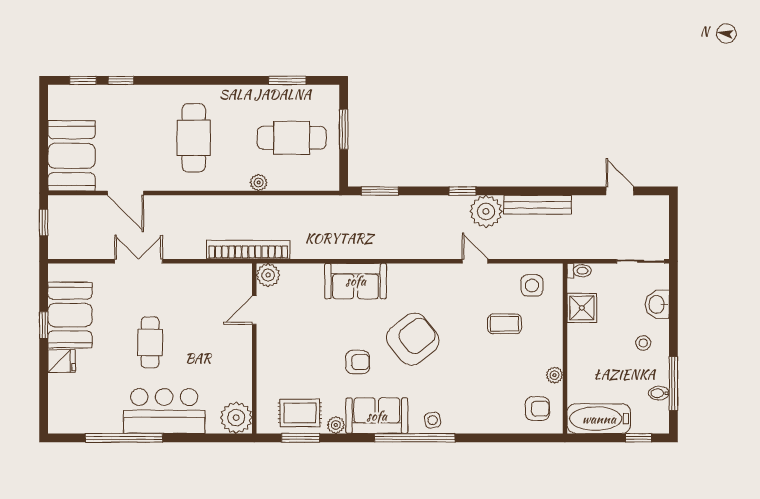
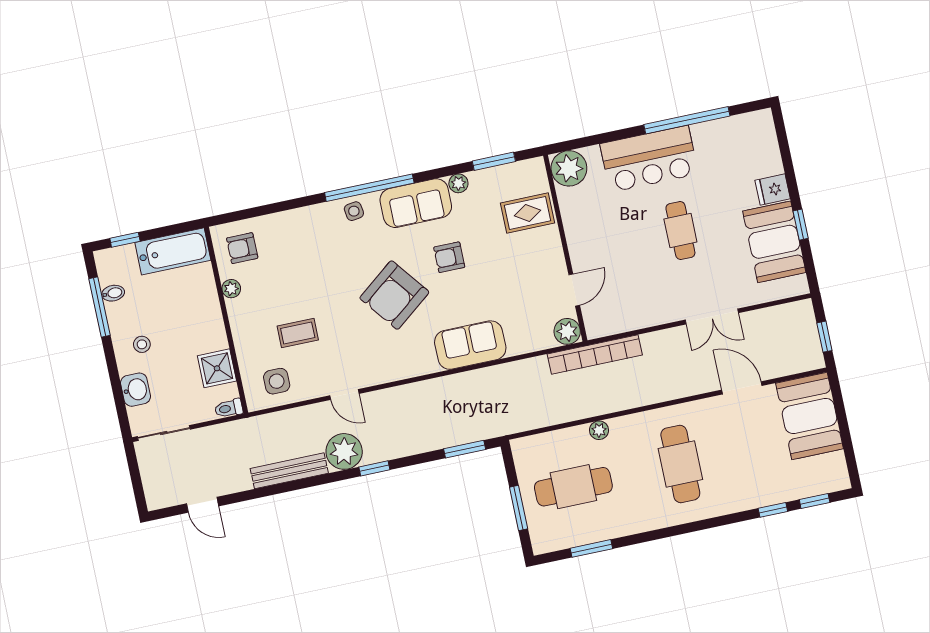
rug: (300, 413) -> (527, 213), moved

